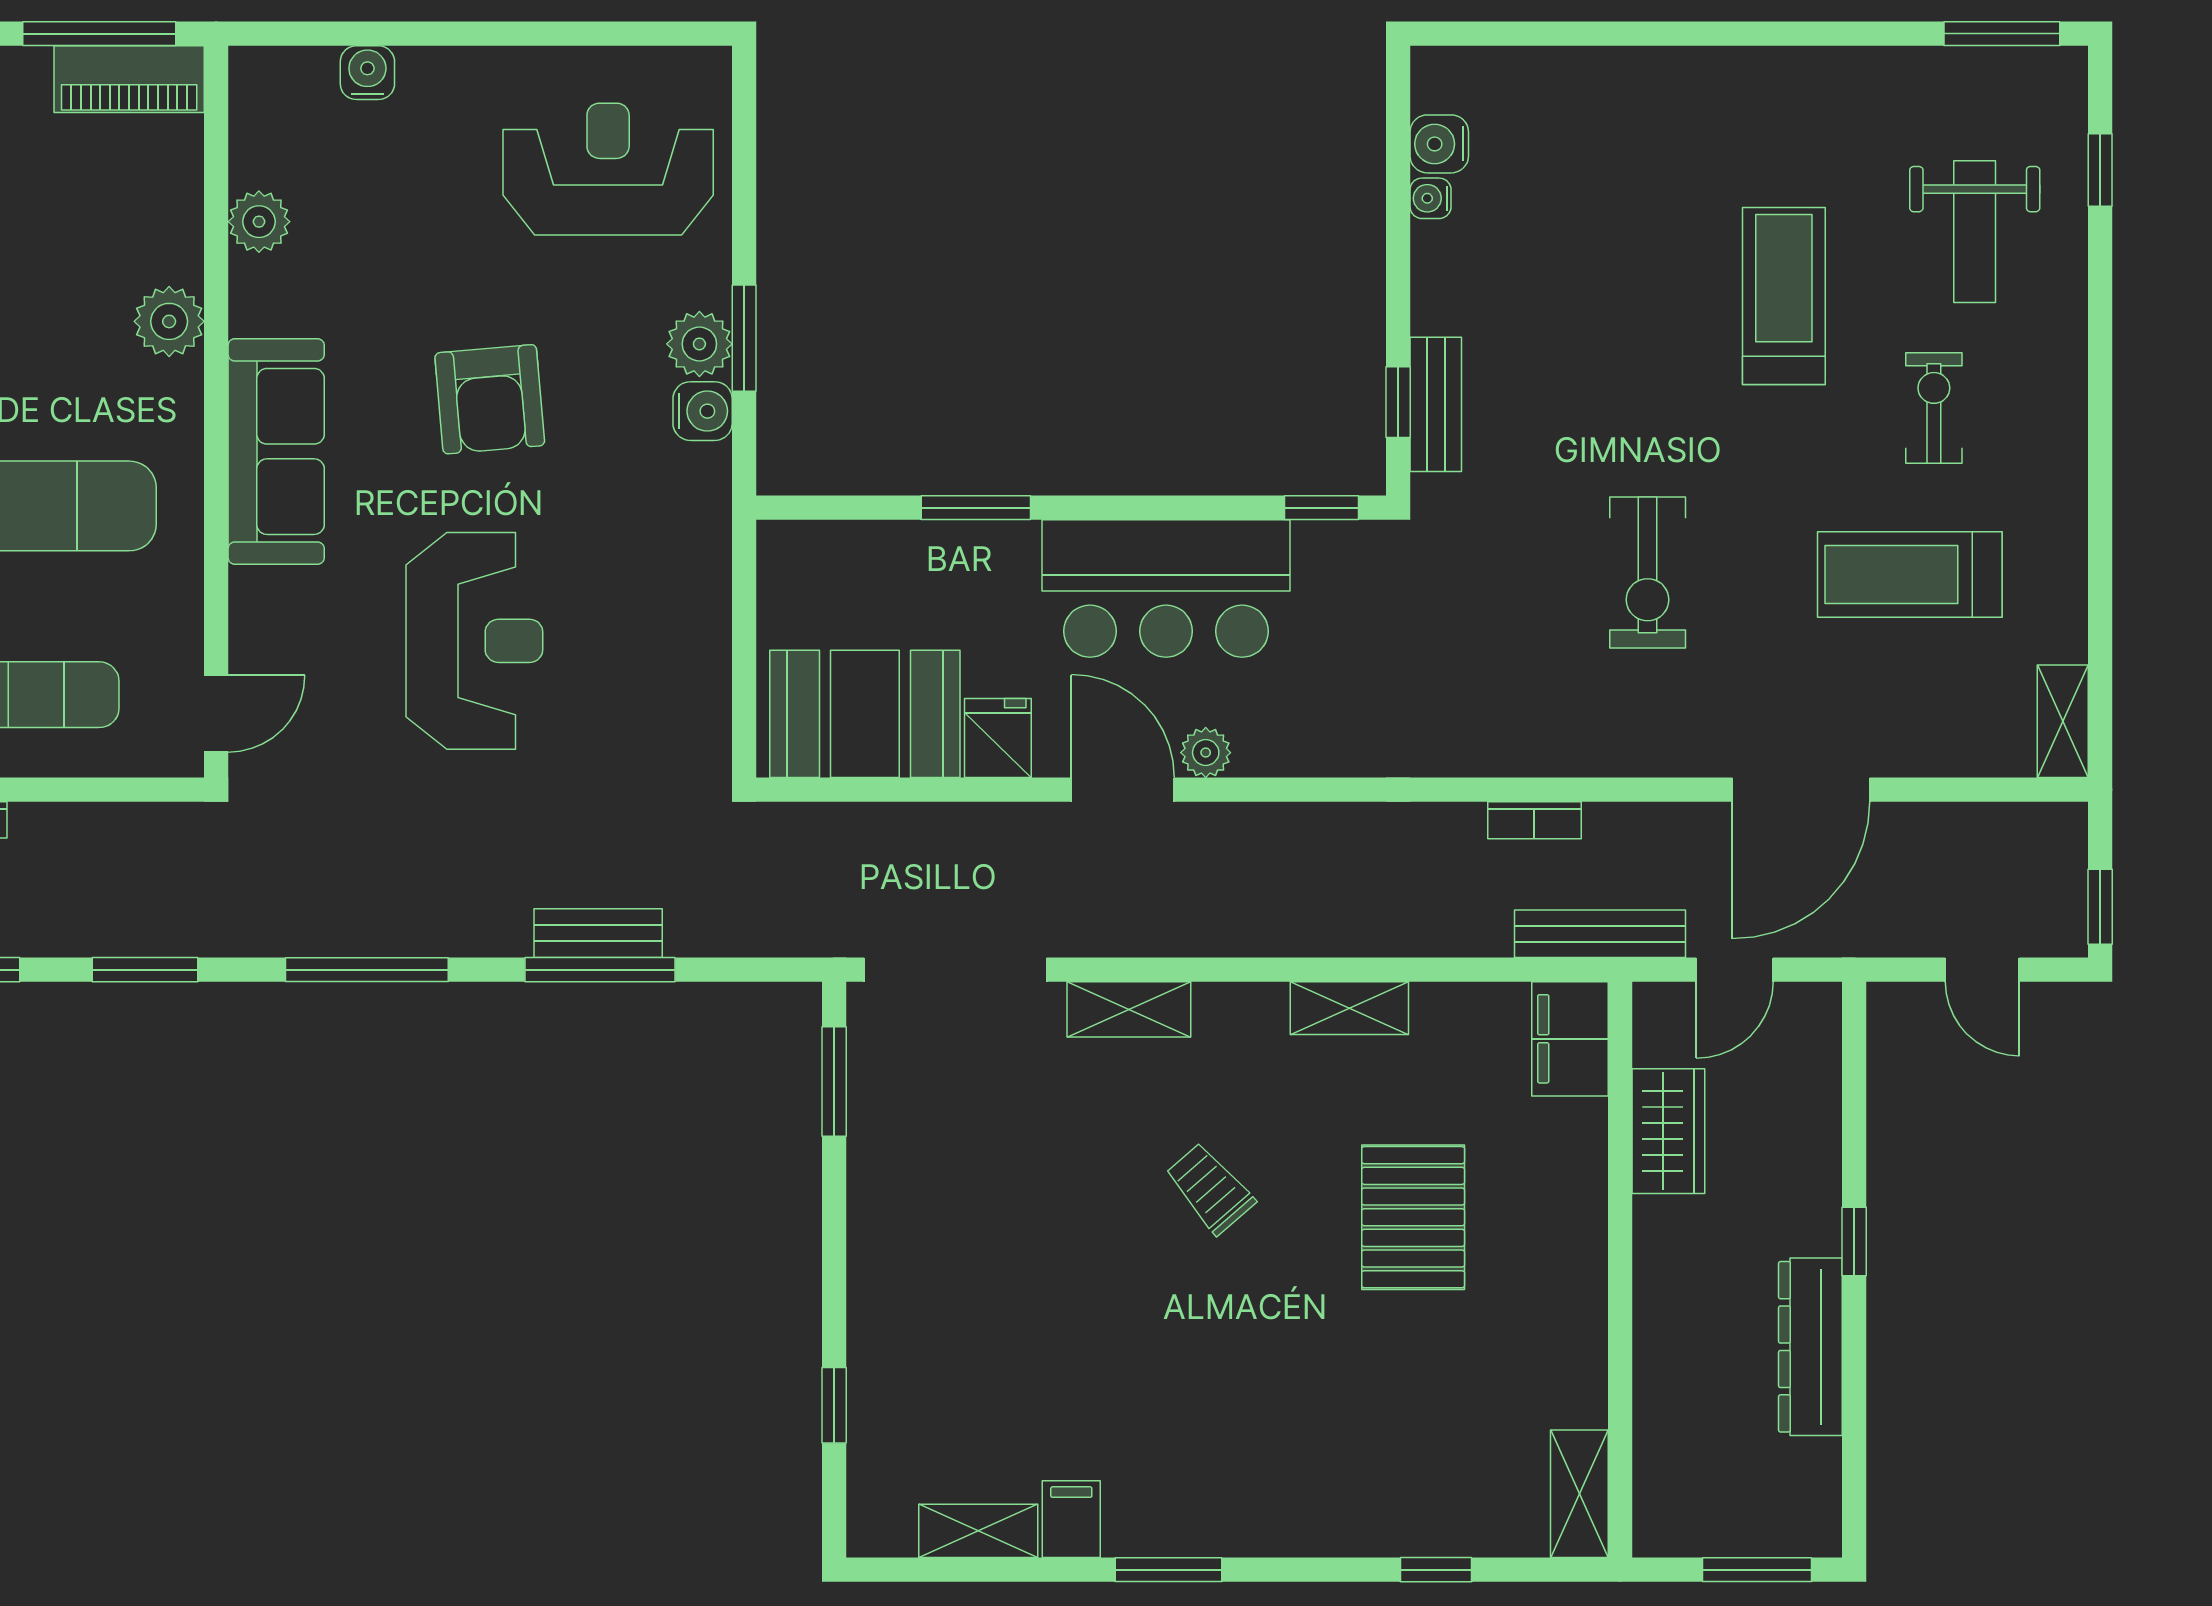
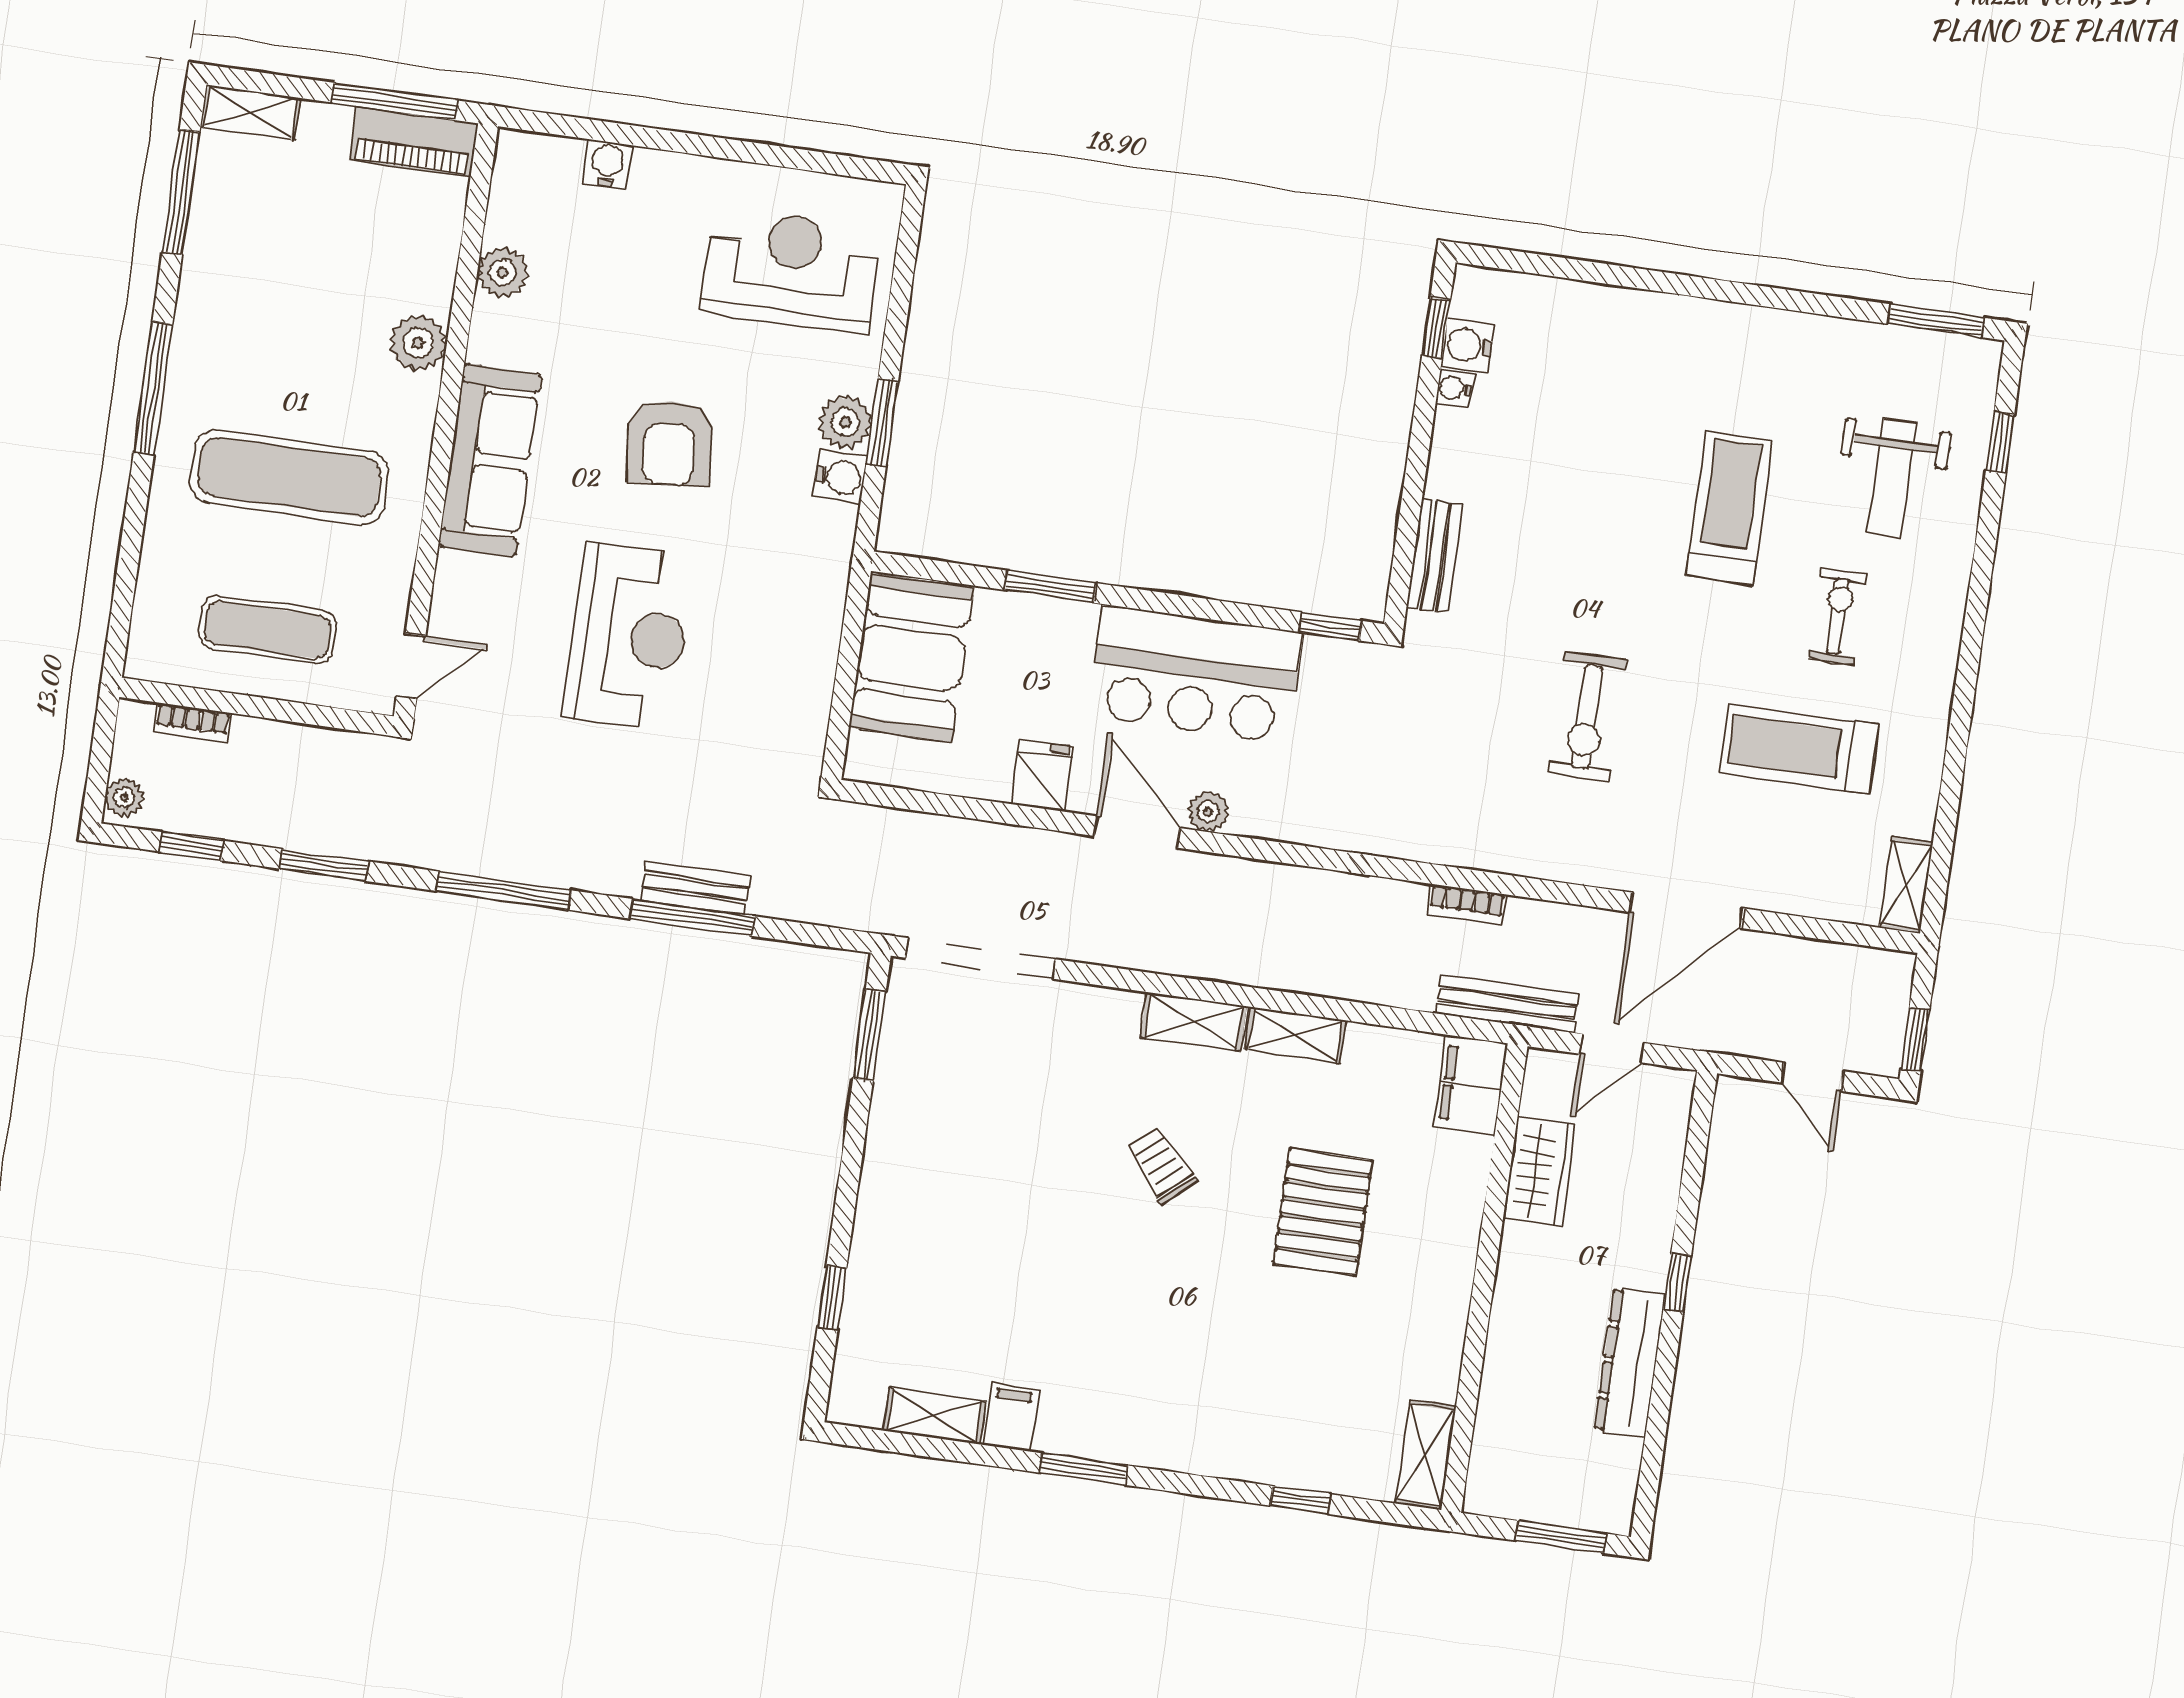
window: (1398, 402) -> (1436, 328), moved
booth: (865, 714) -> (911, 658), moved, turned 90
shelving: (1129, 1009) -> (1193, 1022), moved

